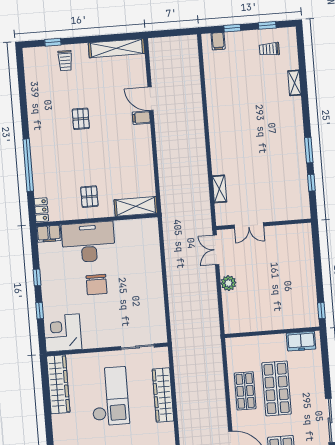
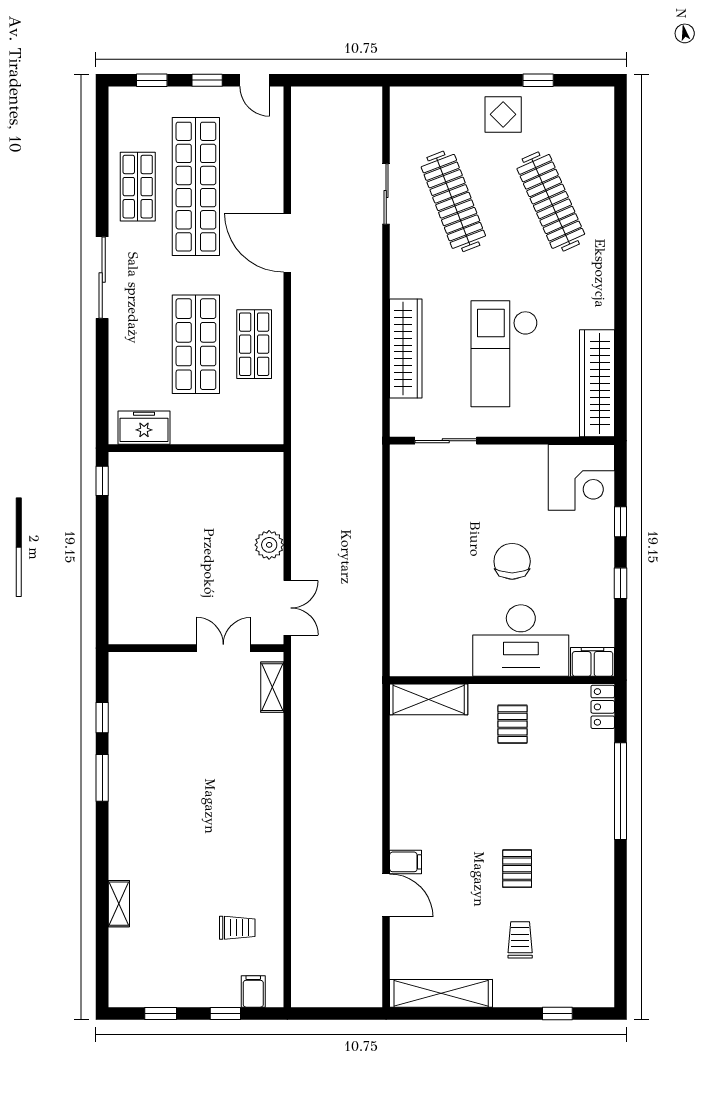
trolley: (269, 49) -> (237, 928), moved
trolley: (65, 61) -> (520, 940), moved
shelving: (219, 189) -> (272, 687), moved

